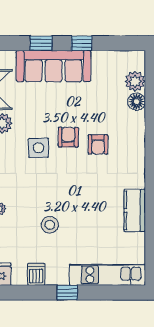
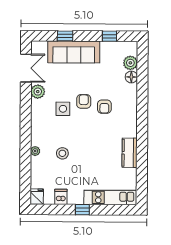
window: (82, 43) -> (109, 36), moved
stool: (50, 225) -> (62, 153), moved

